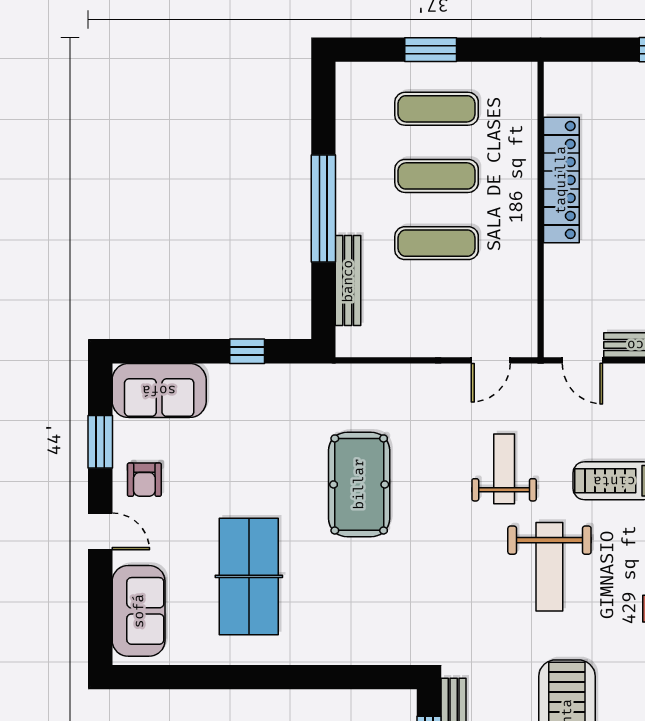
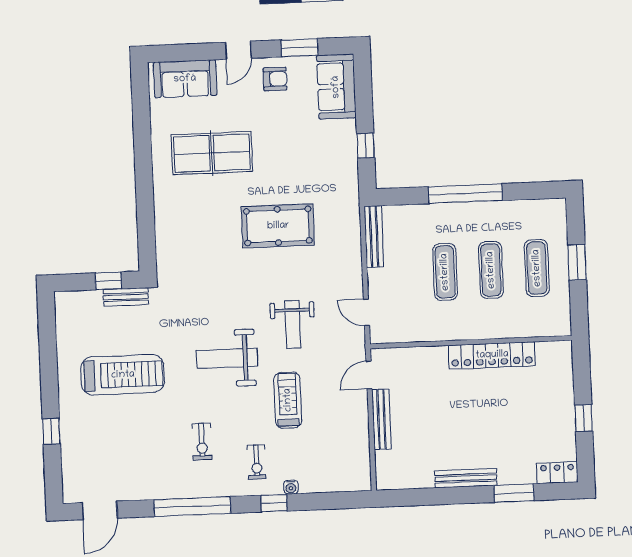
bench: (348, 281) -> (374, 237), moved, turned 90
weight bench: (504, 469) -> (293, 325), turned 90
armchair: (144, 480) -> (275, 79), turned 180

